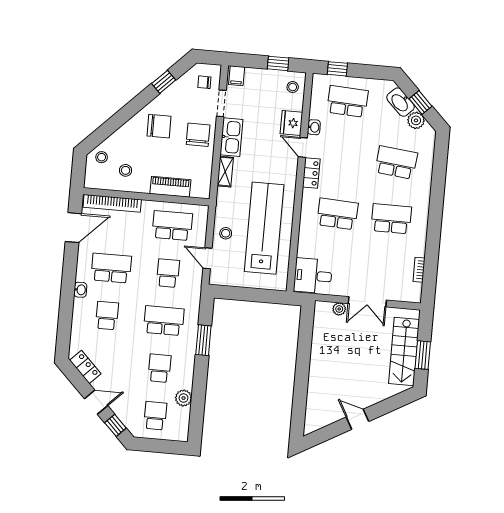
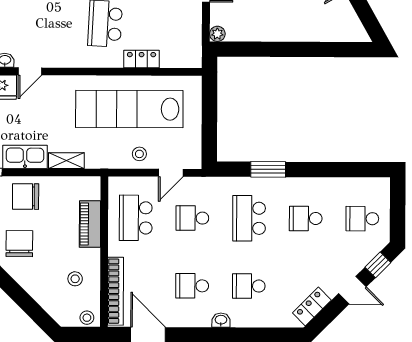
stool: (102, 157) -> (87, 318), moved
locker: (311, 173) -> (142, 59), moved
school desk: (111, 268) -> (192, 286), width x0.54
desk: (313, 276) -> (181, 46), removed
plant: (339, 309) -> (217, 34), moved
plant: (184, 398) -> (339, 187), removed
door: (96, 402) -> (352, 290), swing flipped

